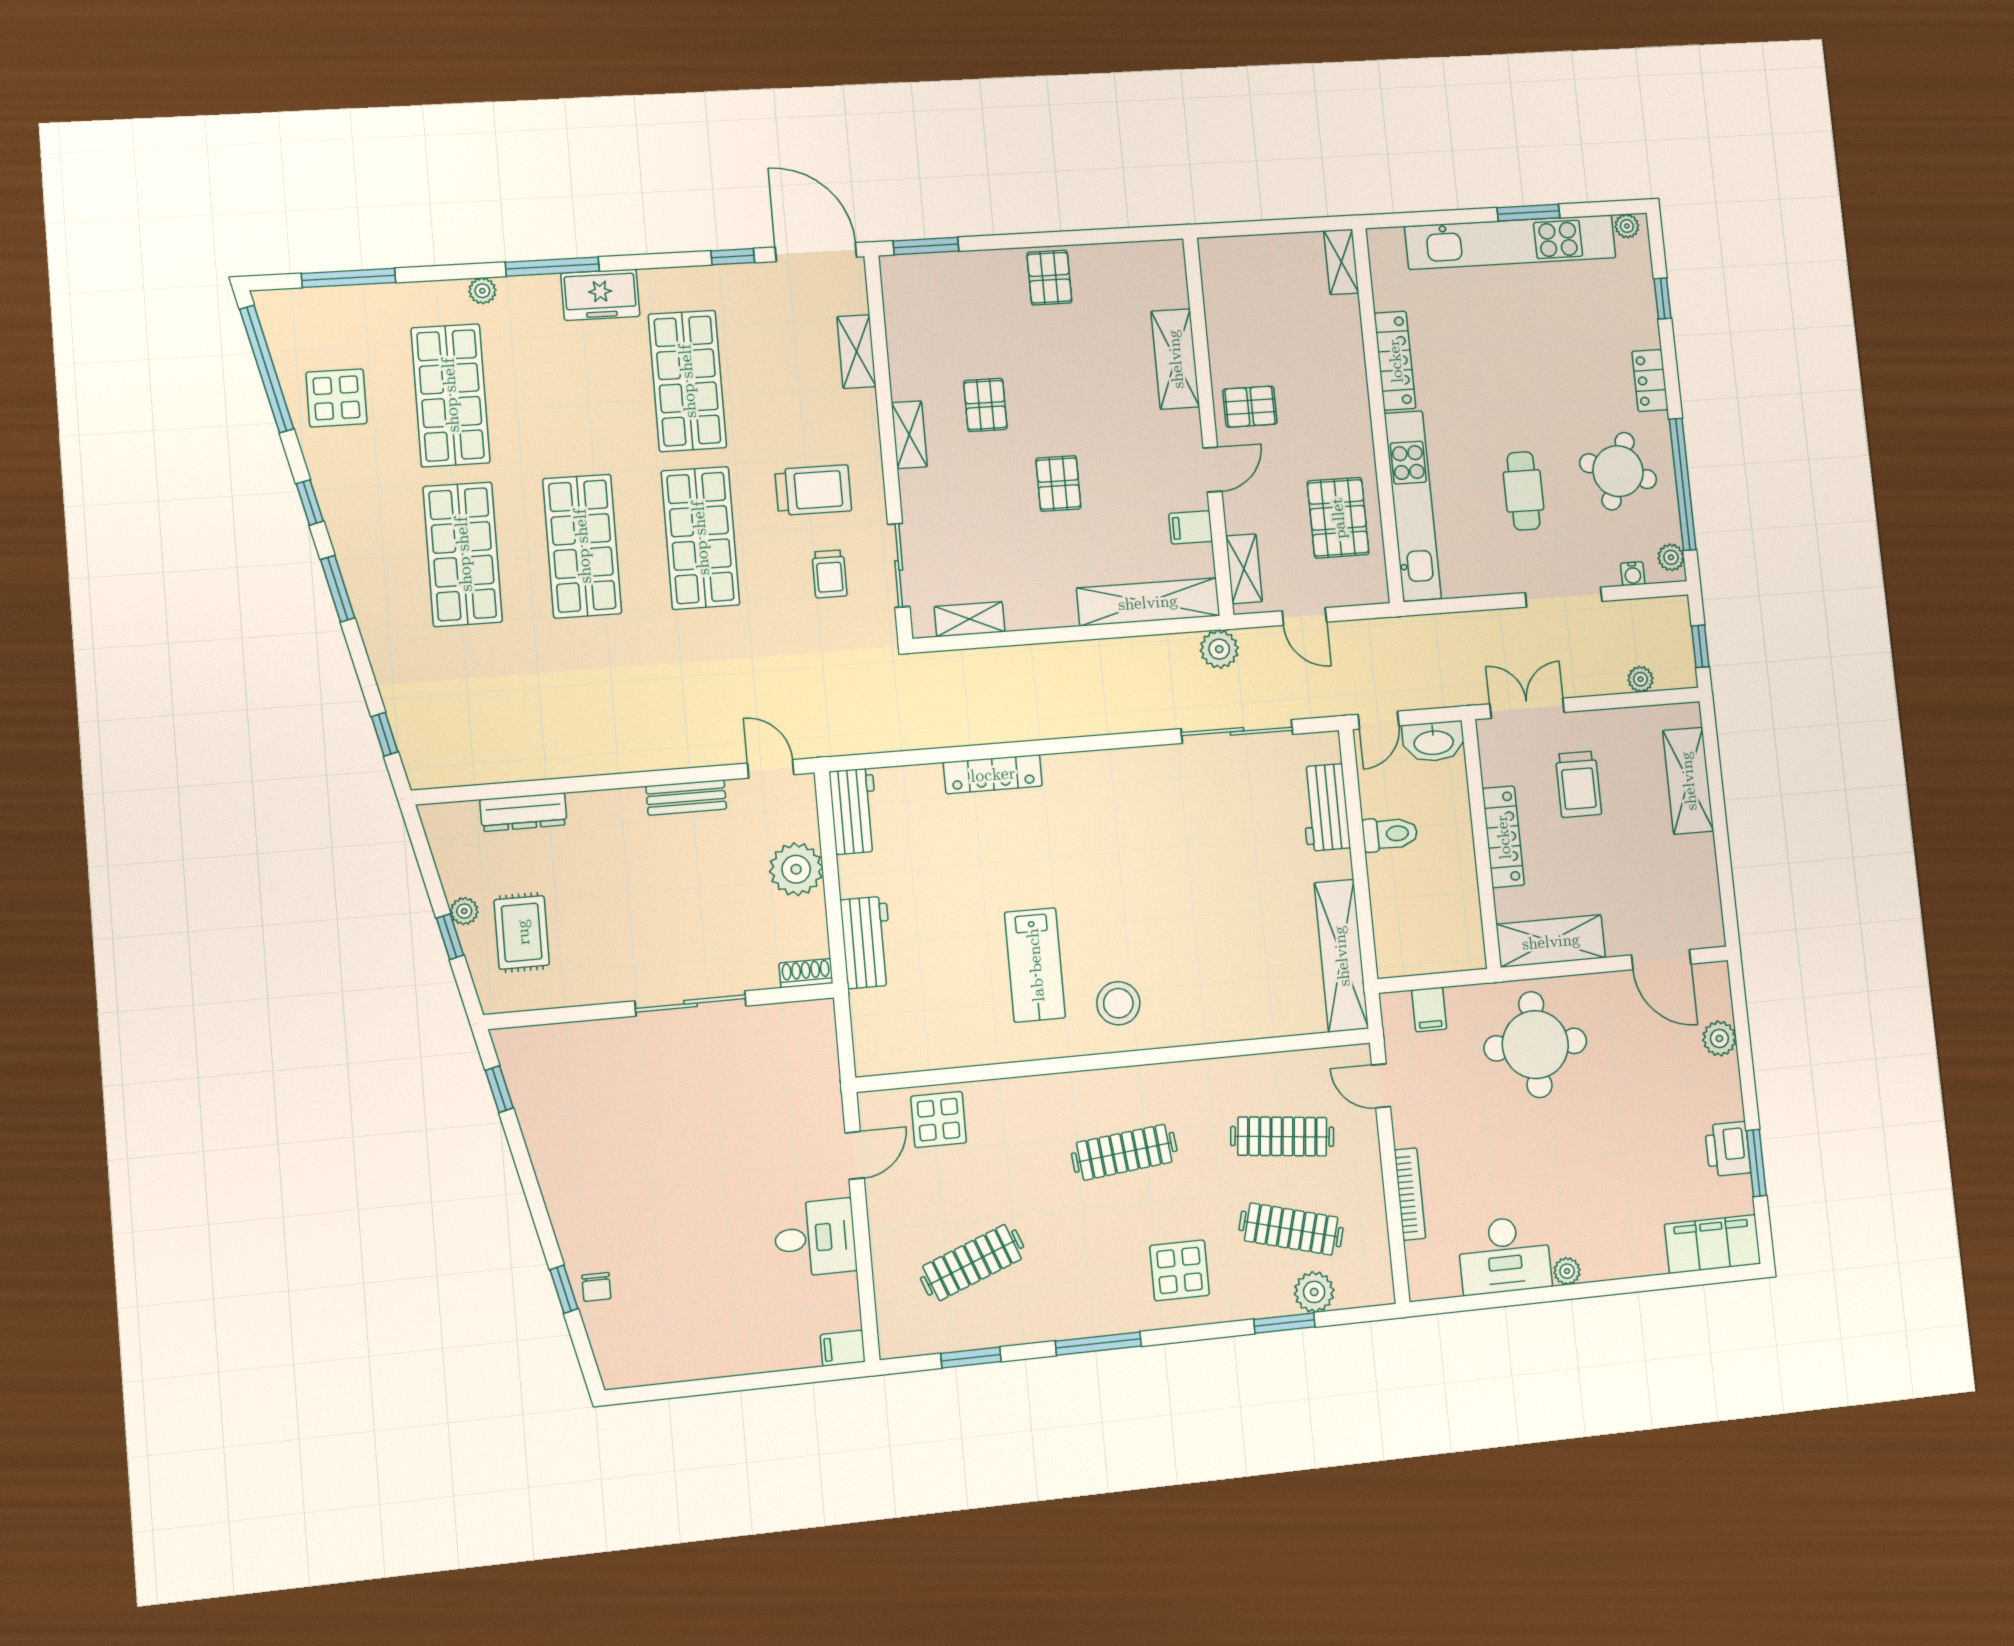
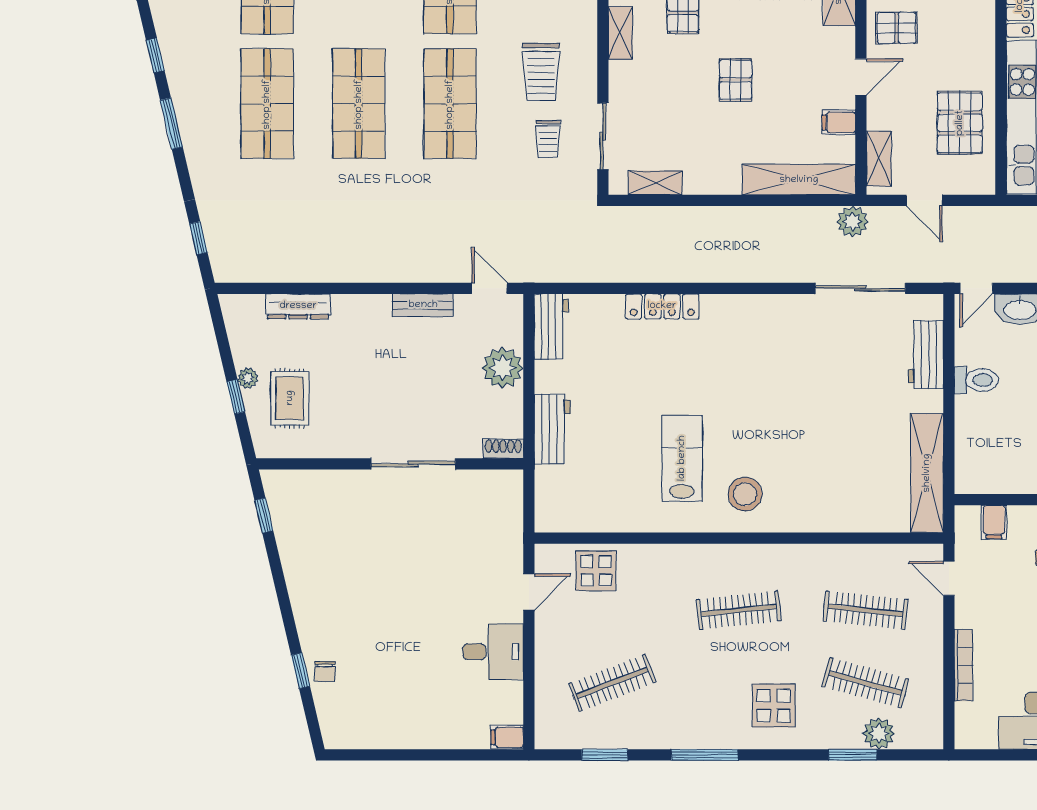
trolley: (813, 490) -> (541, 72), turned 90
lab bench: (1035, 965) -> (682, 458), turned 180

